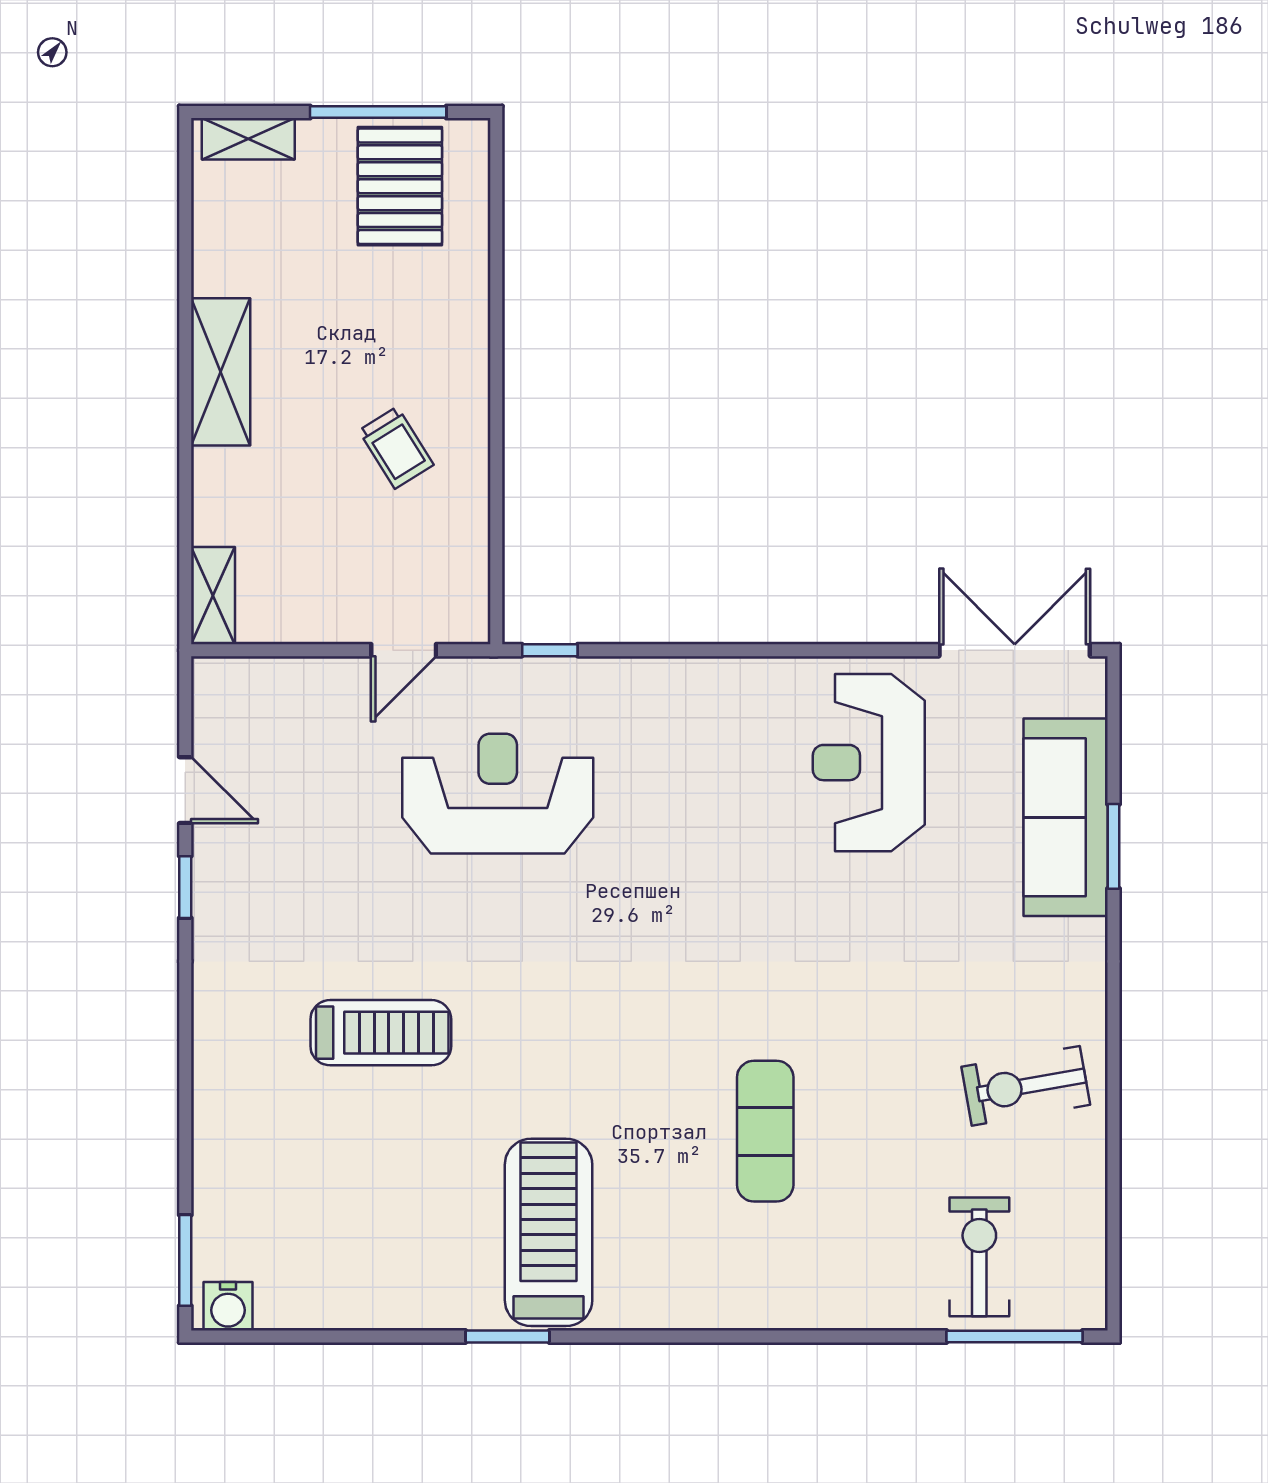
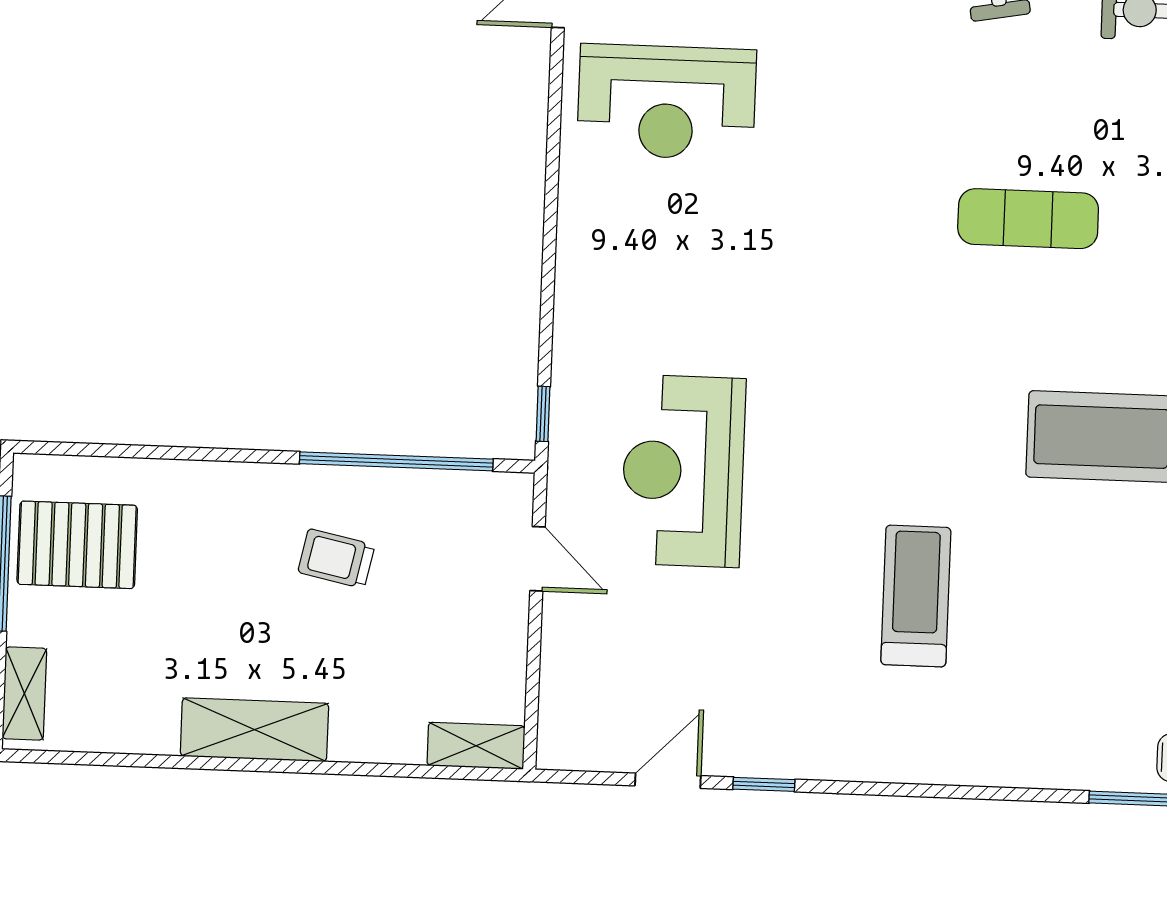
trolley: (396, 448) -> (336, 559), turned -136
window: (496, 504) -> (396, 461), added

